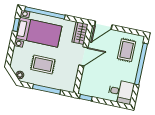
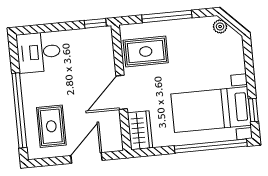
door: (103, 25) -> (87, 158), moved
rug: (43, 64) -> (146, 52), moved

